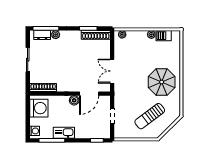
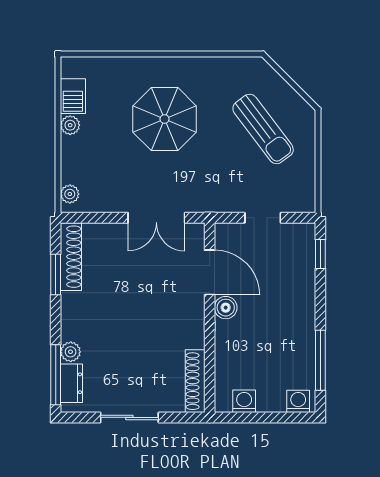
parasol: (162, 82) -> (165, 119), moved
washing machine: (39, 108) -> (244, 401), width x0.53, depth x0.53
kitchen sink: (64, 133) -> (302, 332), removed

